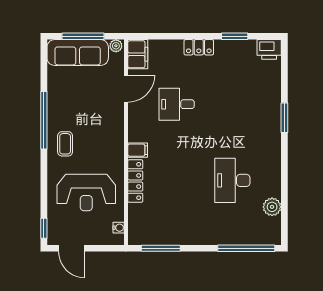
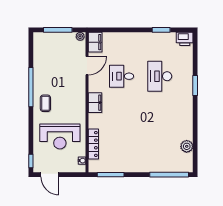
locker: (199, 47) -> (137, 37), removed
sofa: (78, 53) -> (54, 41), removed
filing cabinet: (138, 150) -> (95, 103), width x2.00
desk: (232, 180) -> (160, 76), moved
locker: (135, 181) -> (93, 144), moved

